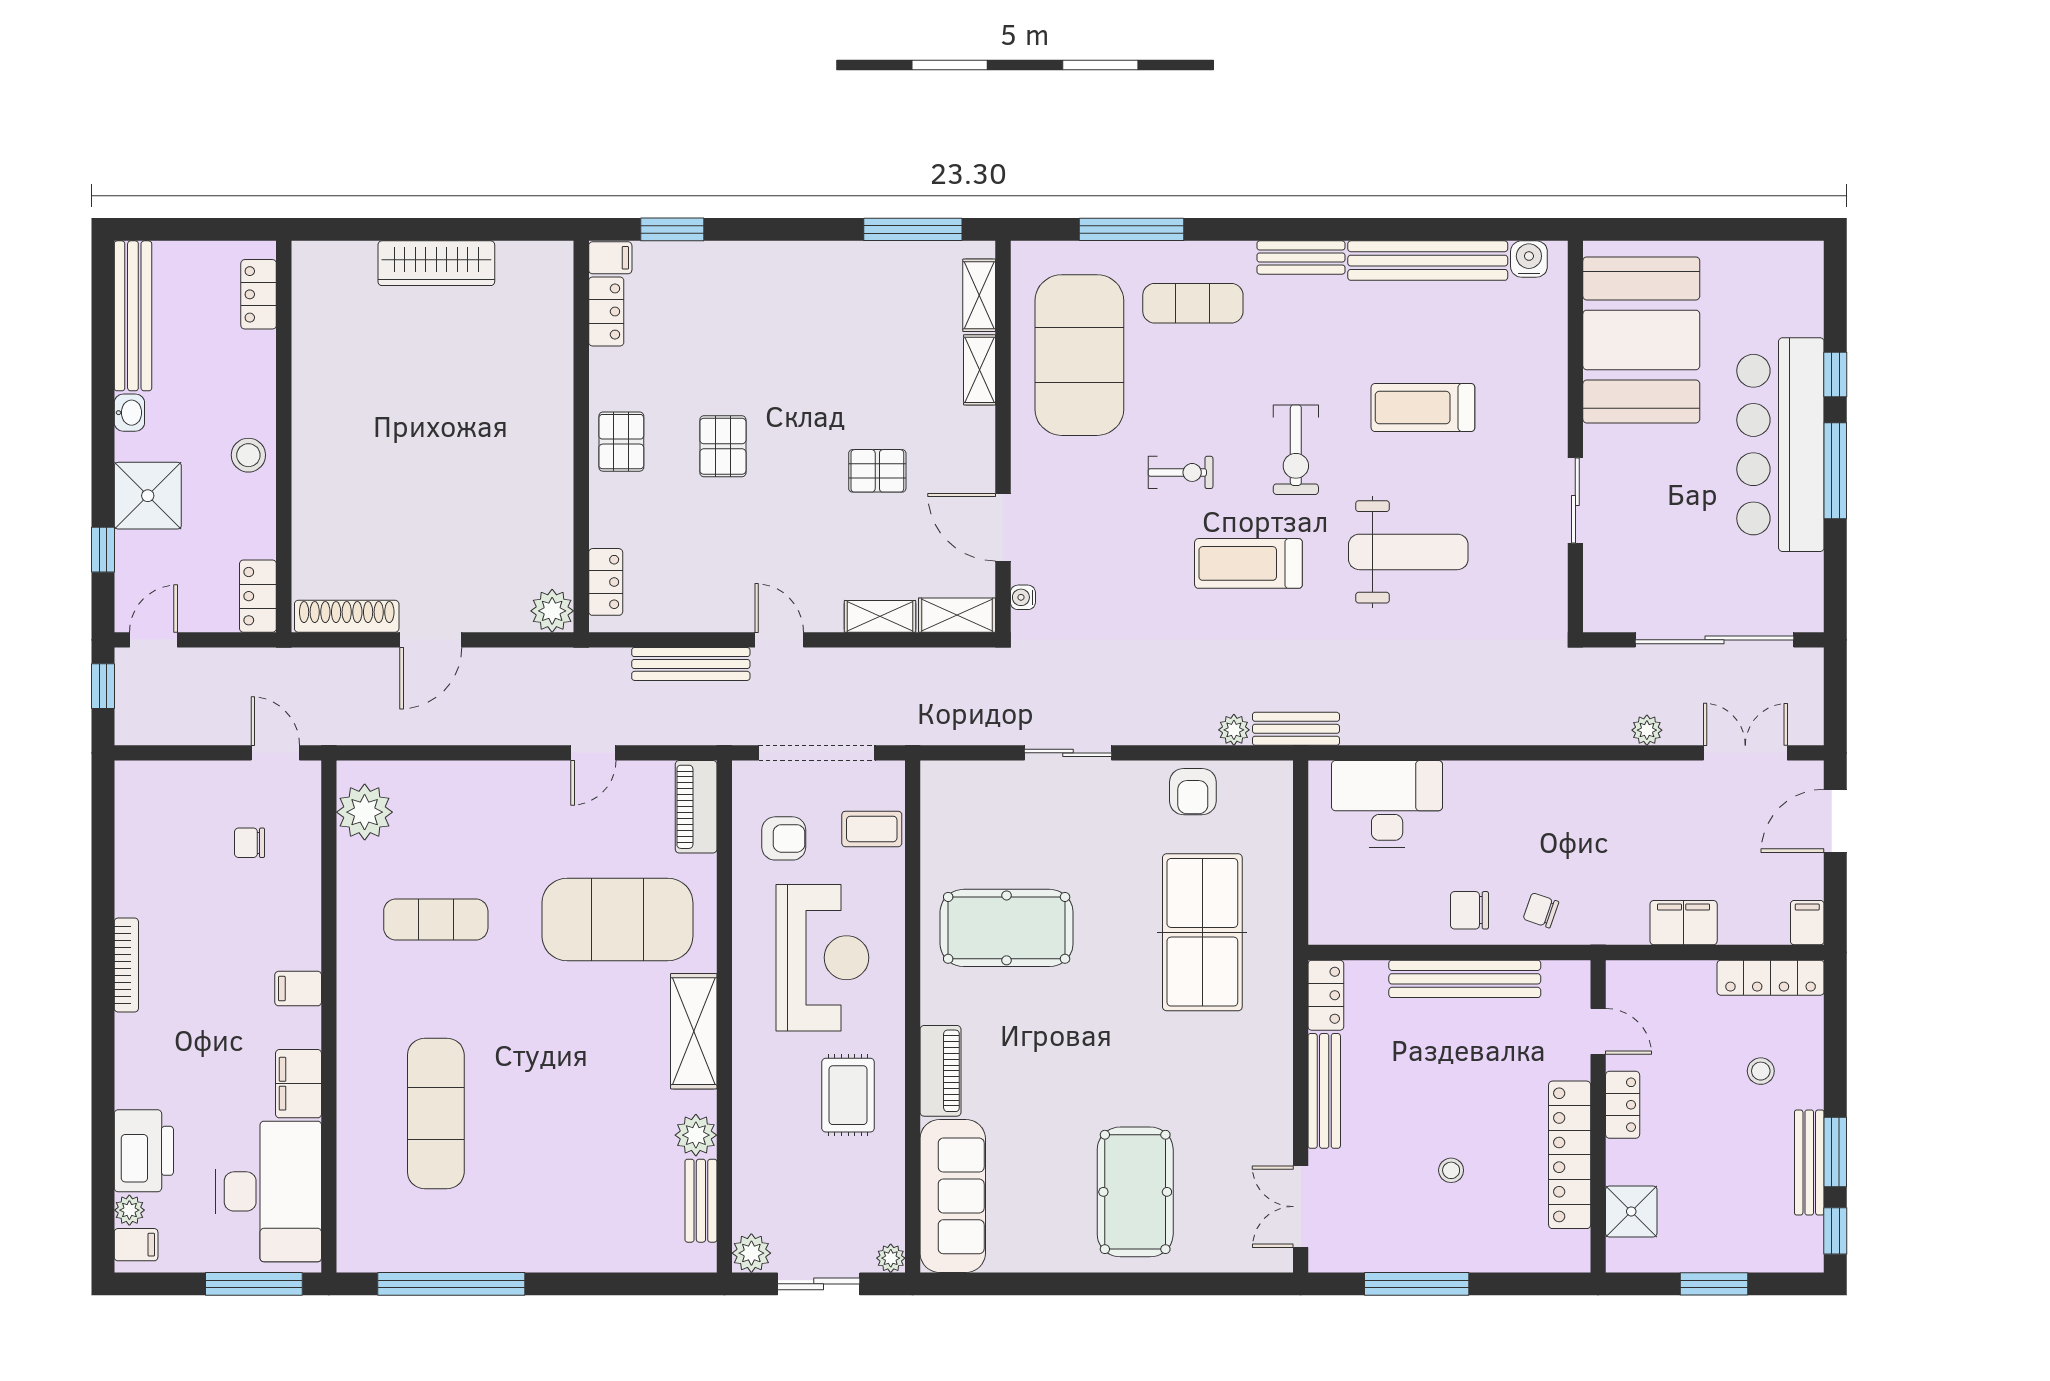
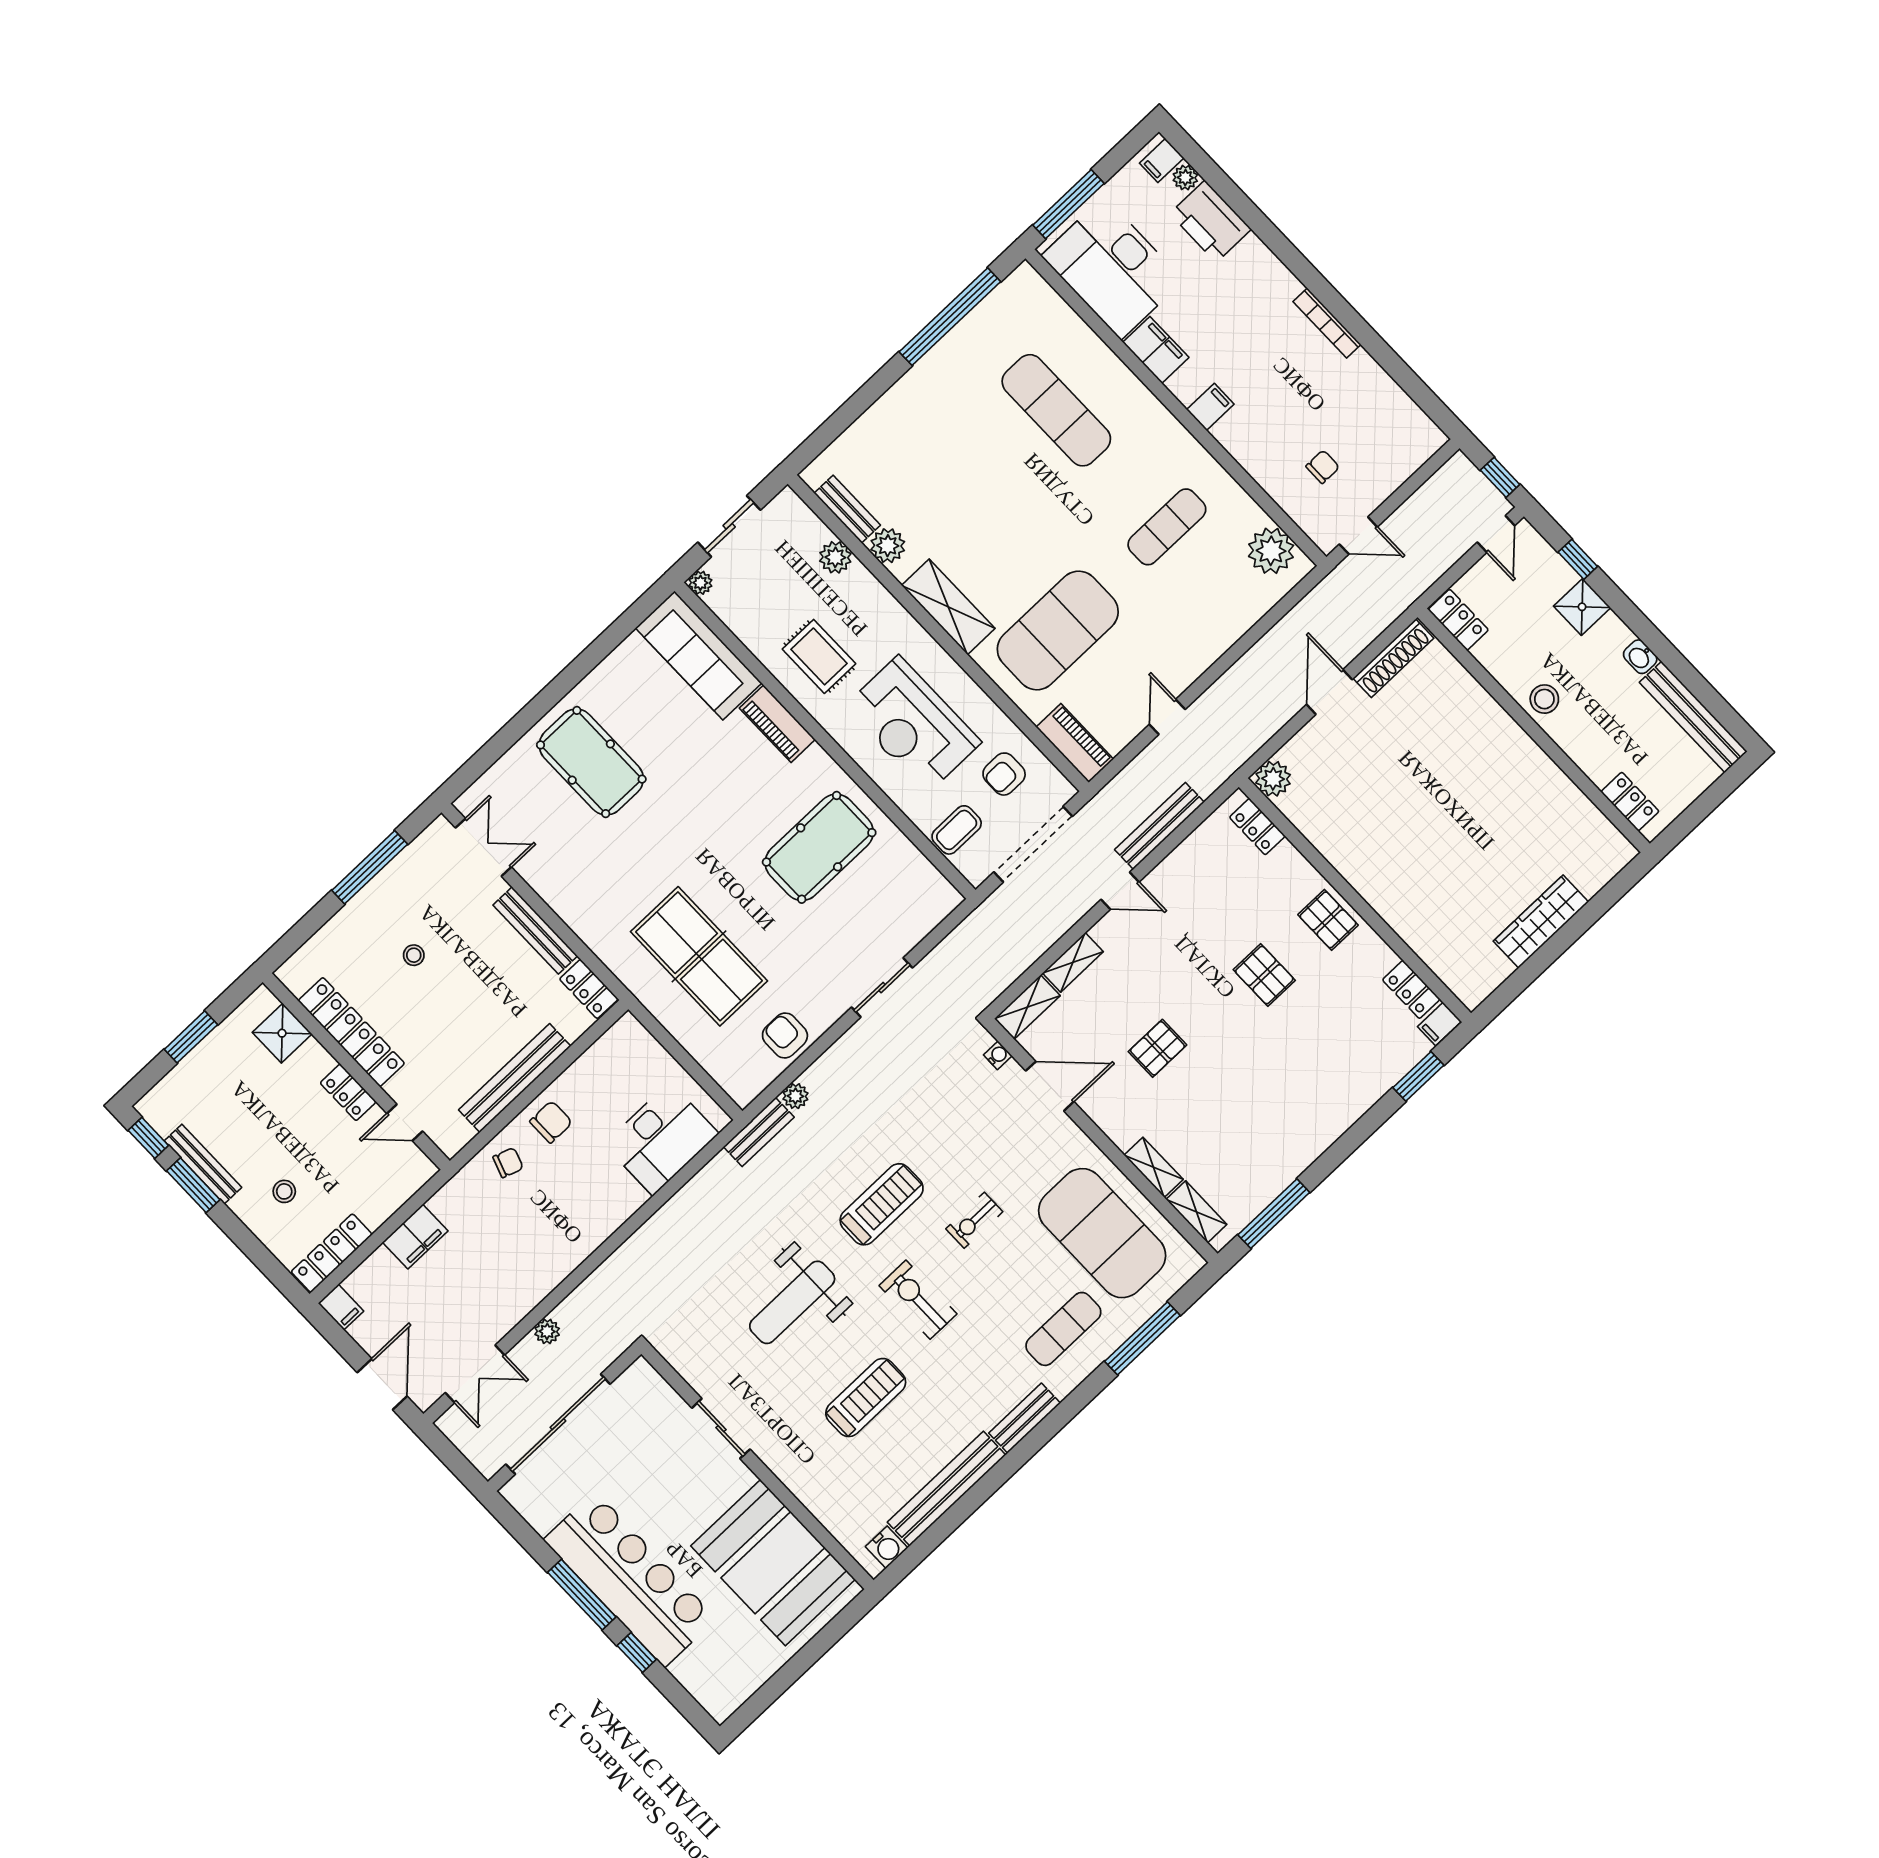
shower: (148, 496) -> (1582, 607), width x0.73, depth x0.73
plant: (751, 1253) -> (835, 557), moved

